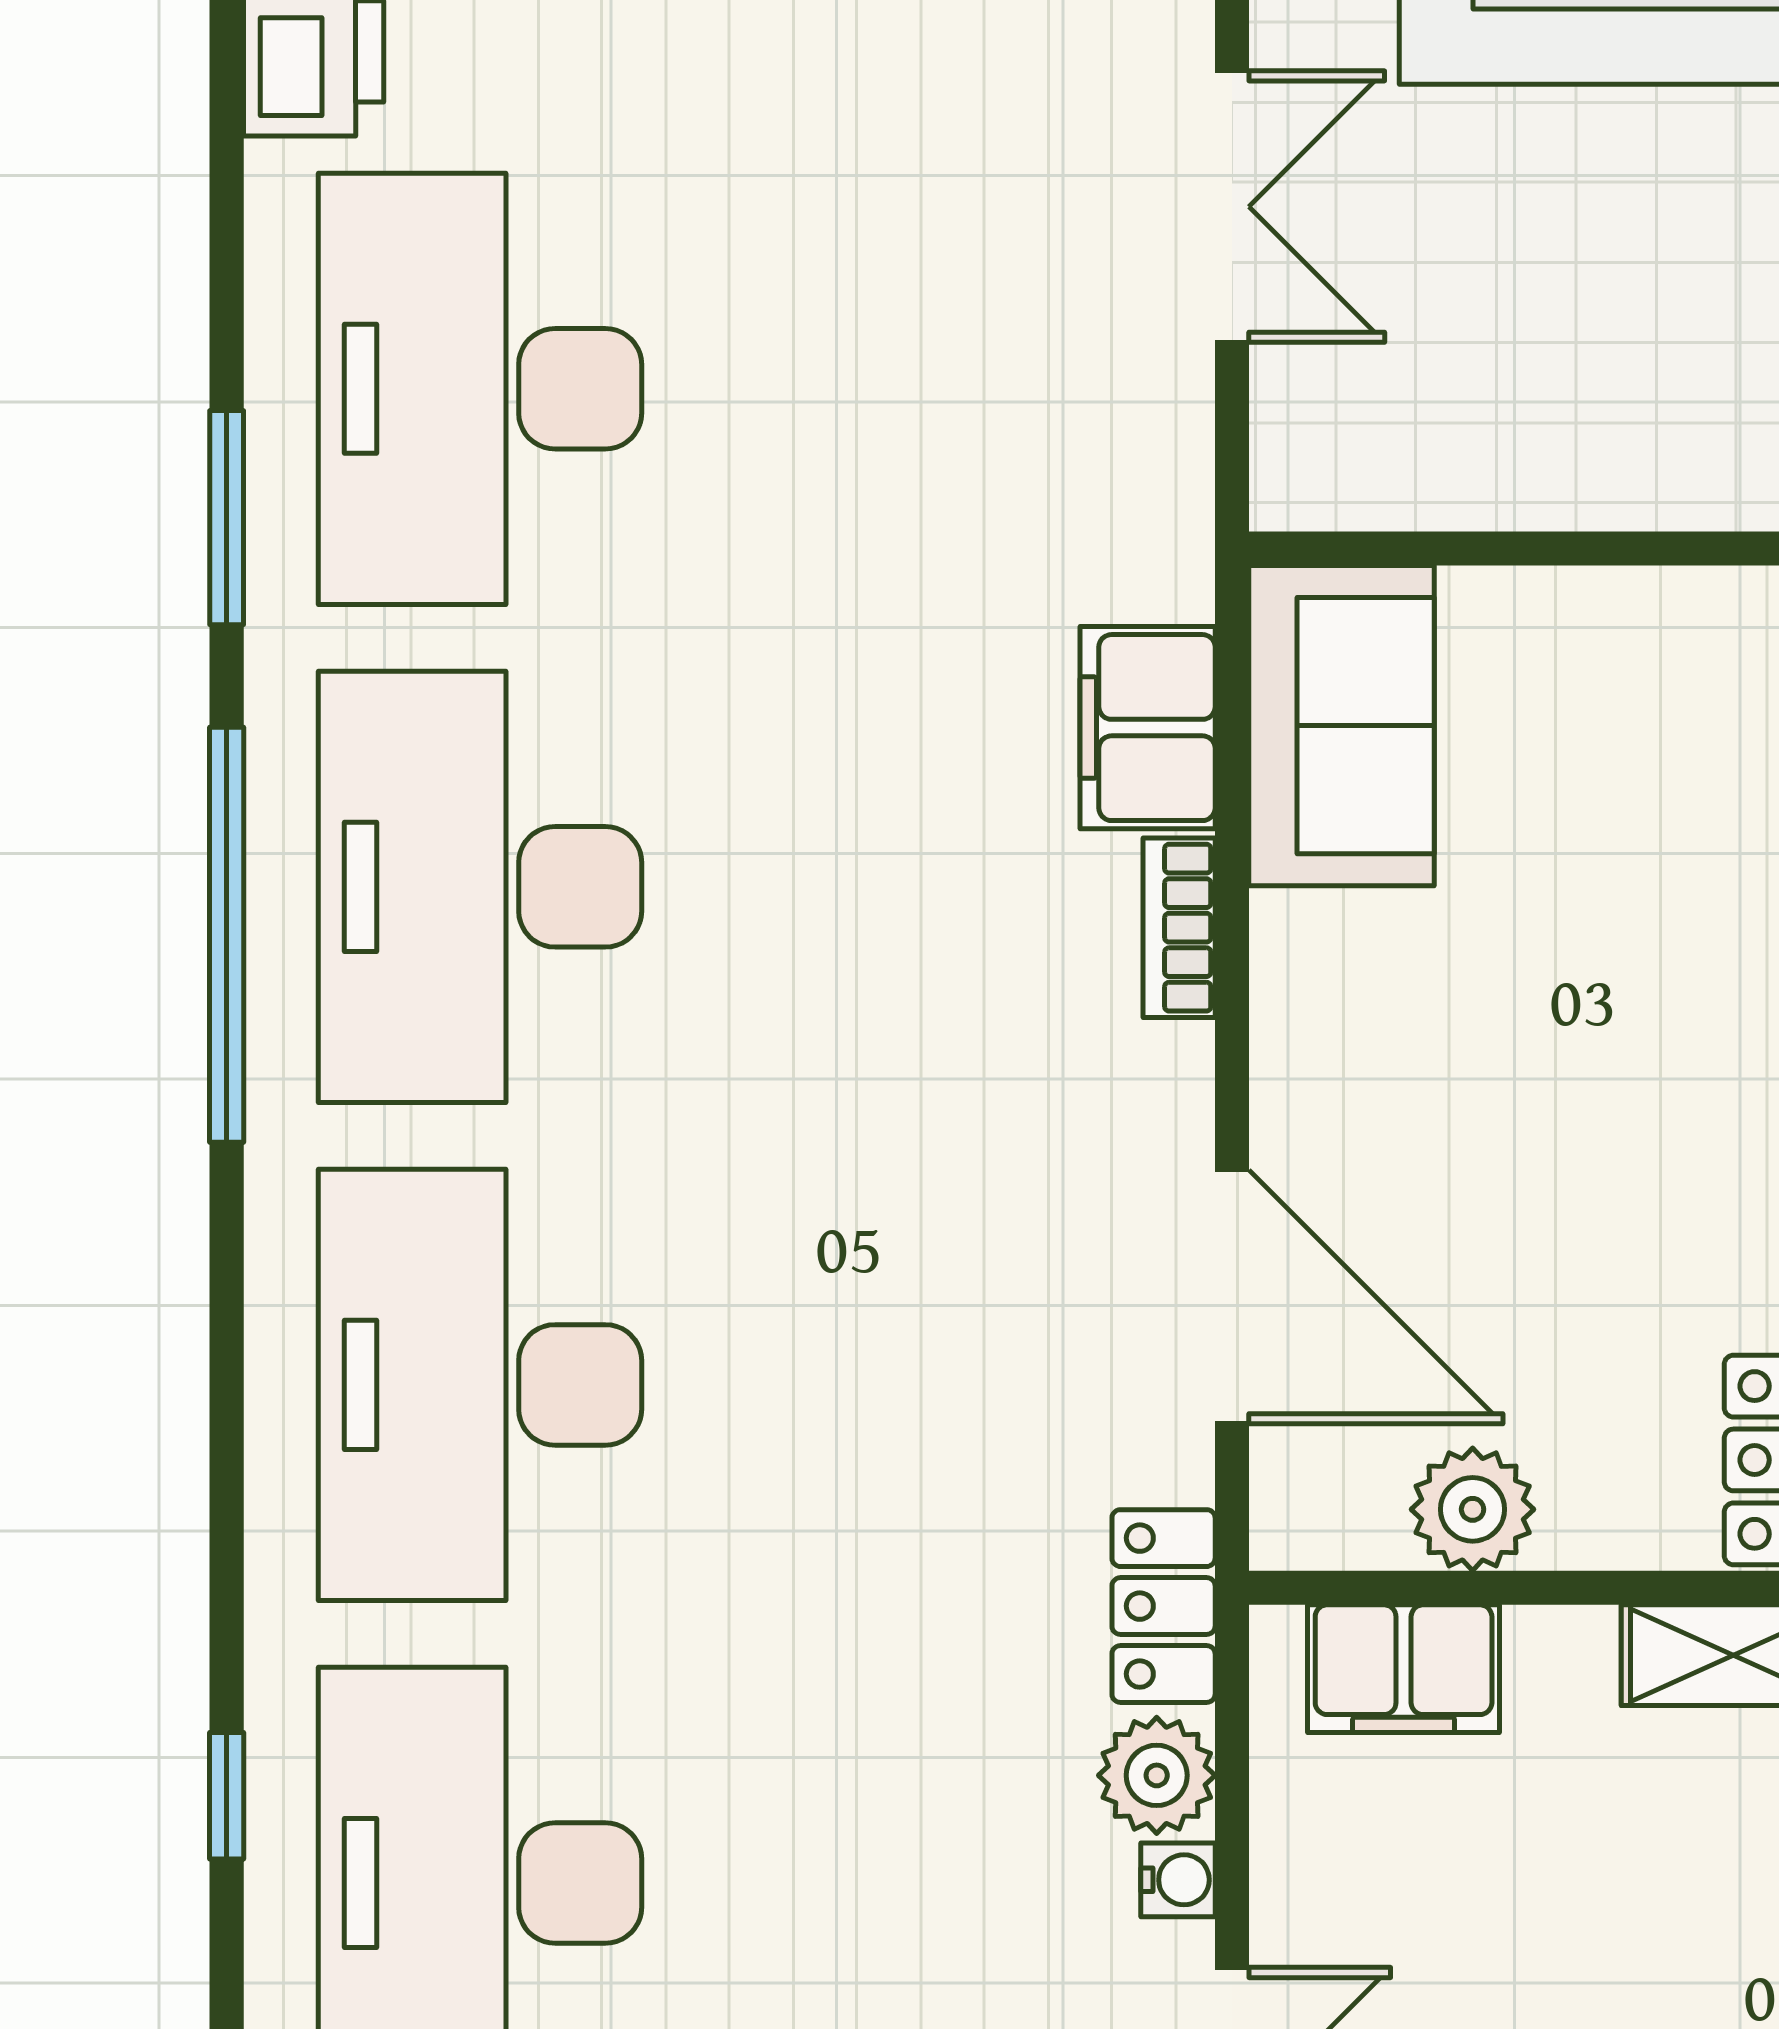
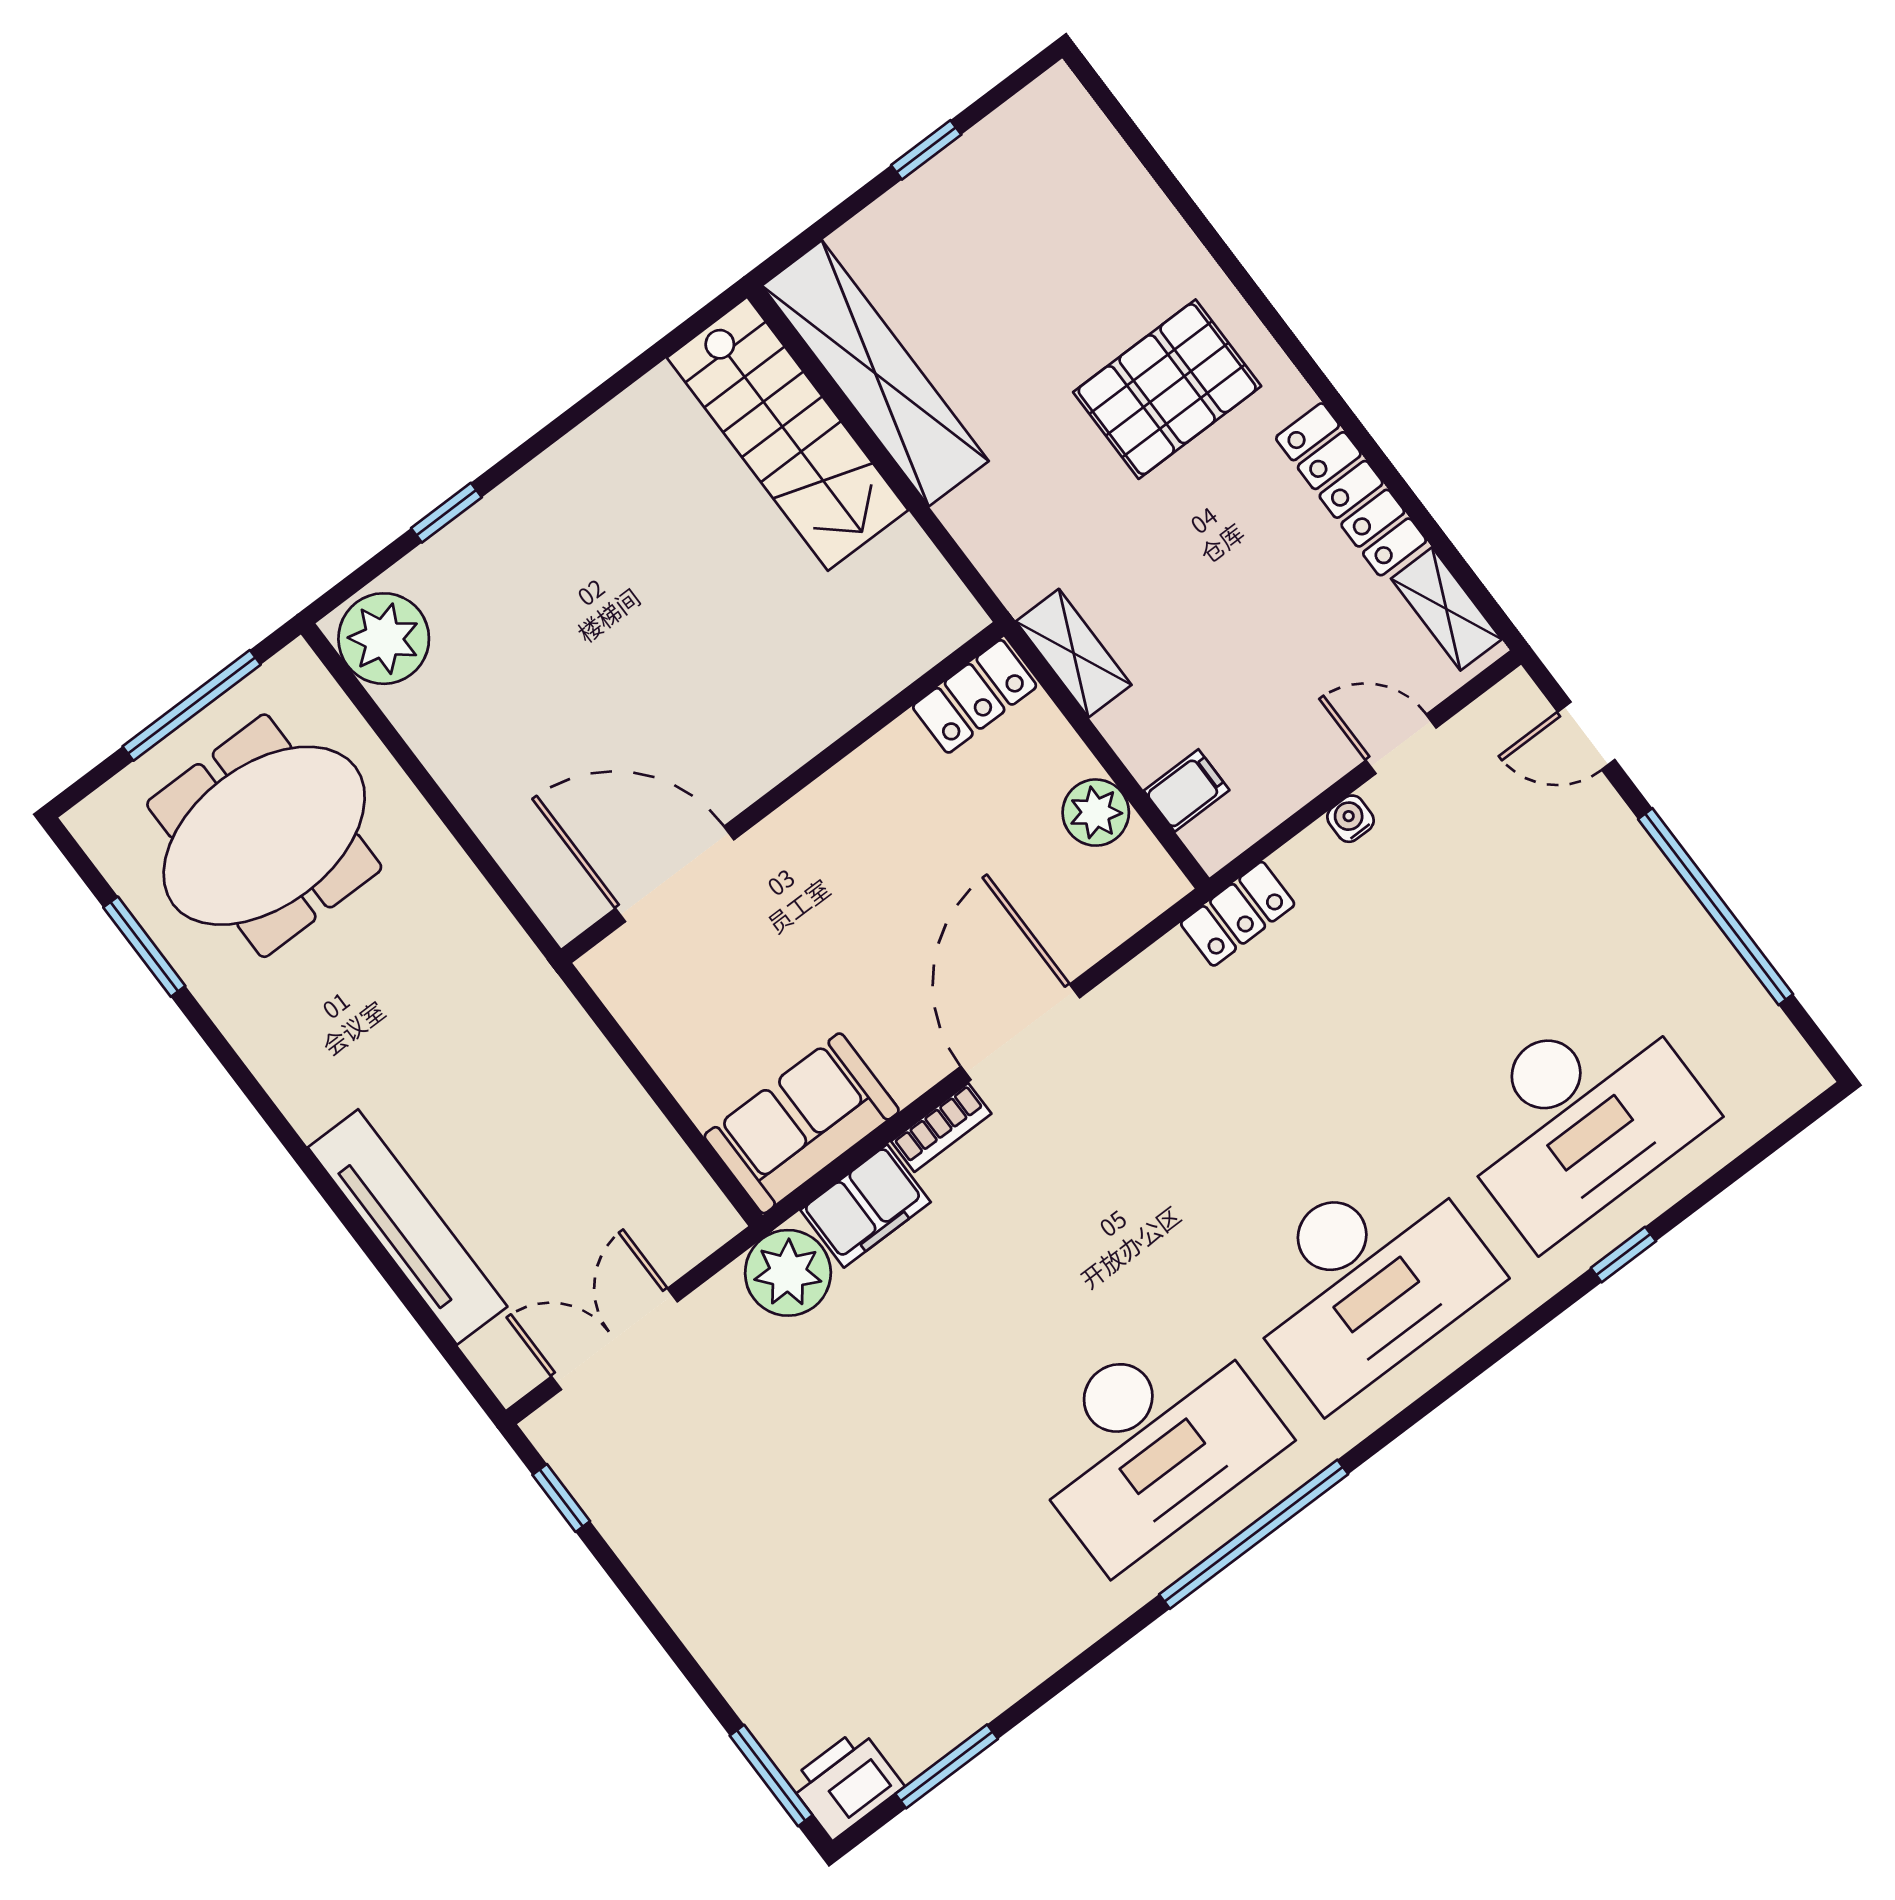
desk: (480, 389) -> (937, 1603), removed
window: (227, 518) -> (947, 1766), moved
door: (1232, 1297) -> (1020, 1032), moved
filing cabinet: (1404, 1669) -> (1187, 790), width x0.50
plant: (1157, 1775) -> (788, 1273), moved, width x1.36, depth x1.36

